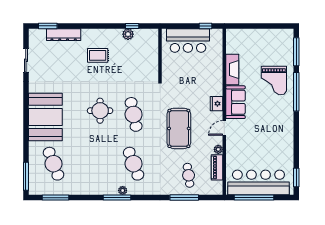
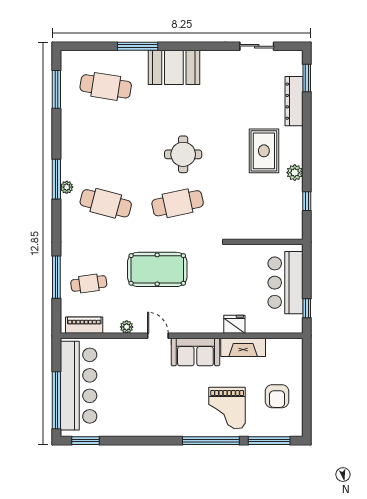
plant: (128, 34) -> (295, 173), moved
armchair: (266, 46) -> (277, 396), added
rug: (98, 55) -> (264, 151), width x1.36, depth x1.43
grand piano: (274, 81) -> (227, 408), turned -90
fridge: (216, 104) -> (234, 324), moved
booth: (45, 117) -> (174, 67), width x0.73, depth x0.70
cafe table: (53, 164) -> (106, 86), turned 30
cafe table: (134, 164) -> (106, 203), turned 36
piano: (217, 167) -> (84, 325), moved
window: (26, 176) -> (138, 46), moved
window: (254, 198) -> (56, 400), moved

